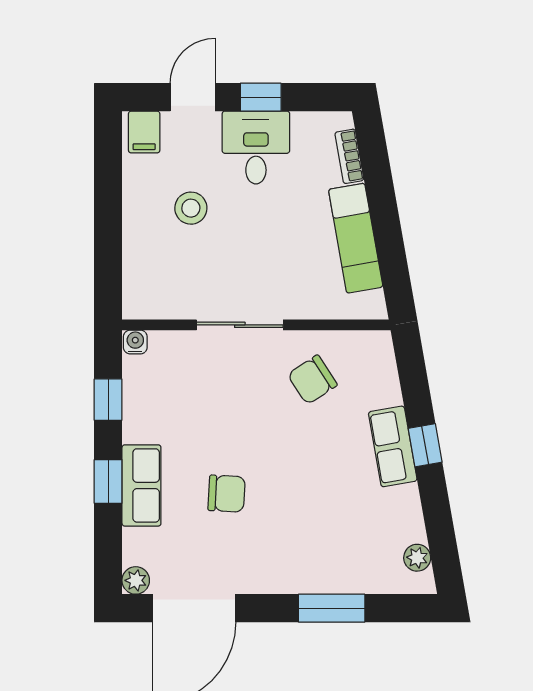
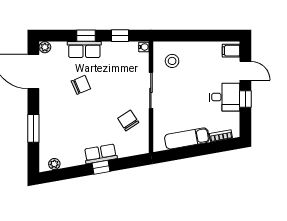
stool: (191, 208) -> (172, 61), moved
chair: (227, 494) -> (81, 85), turned -116

